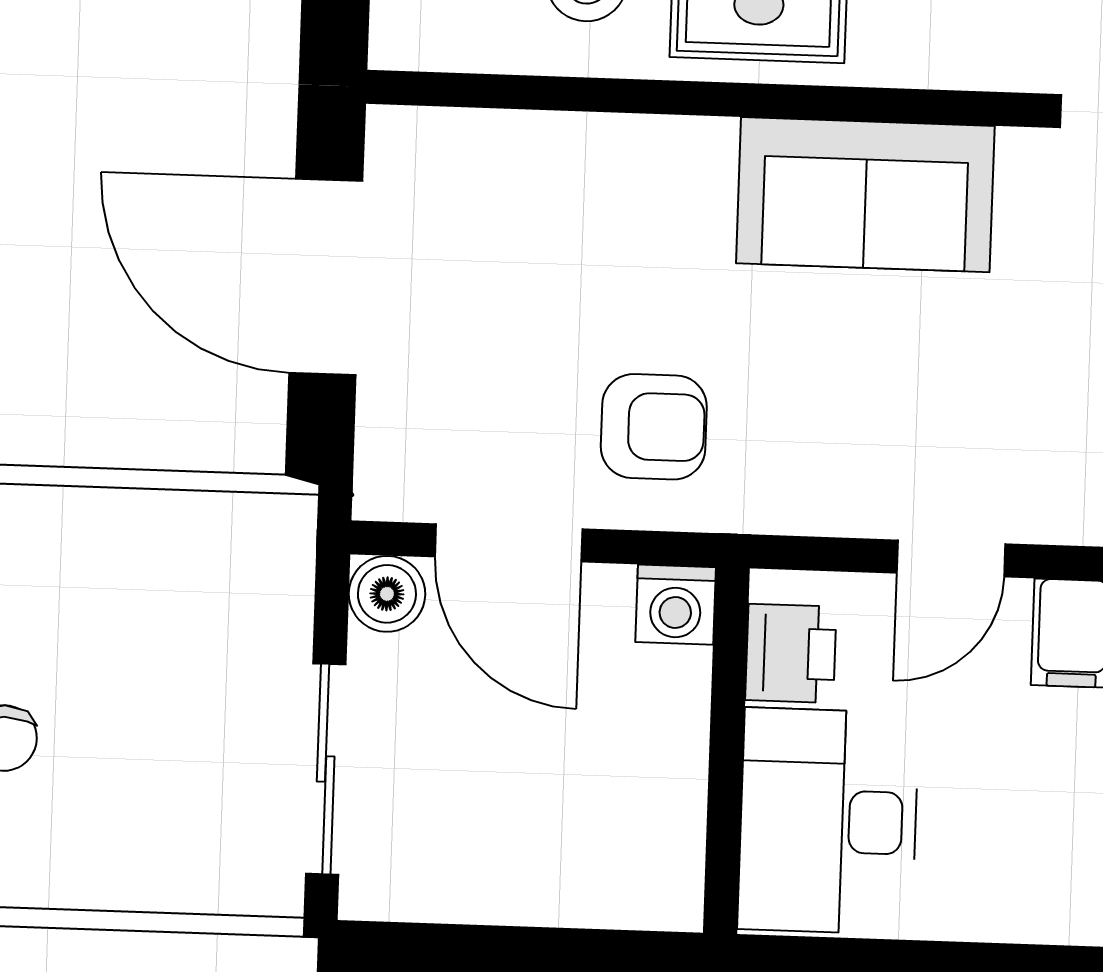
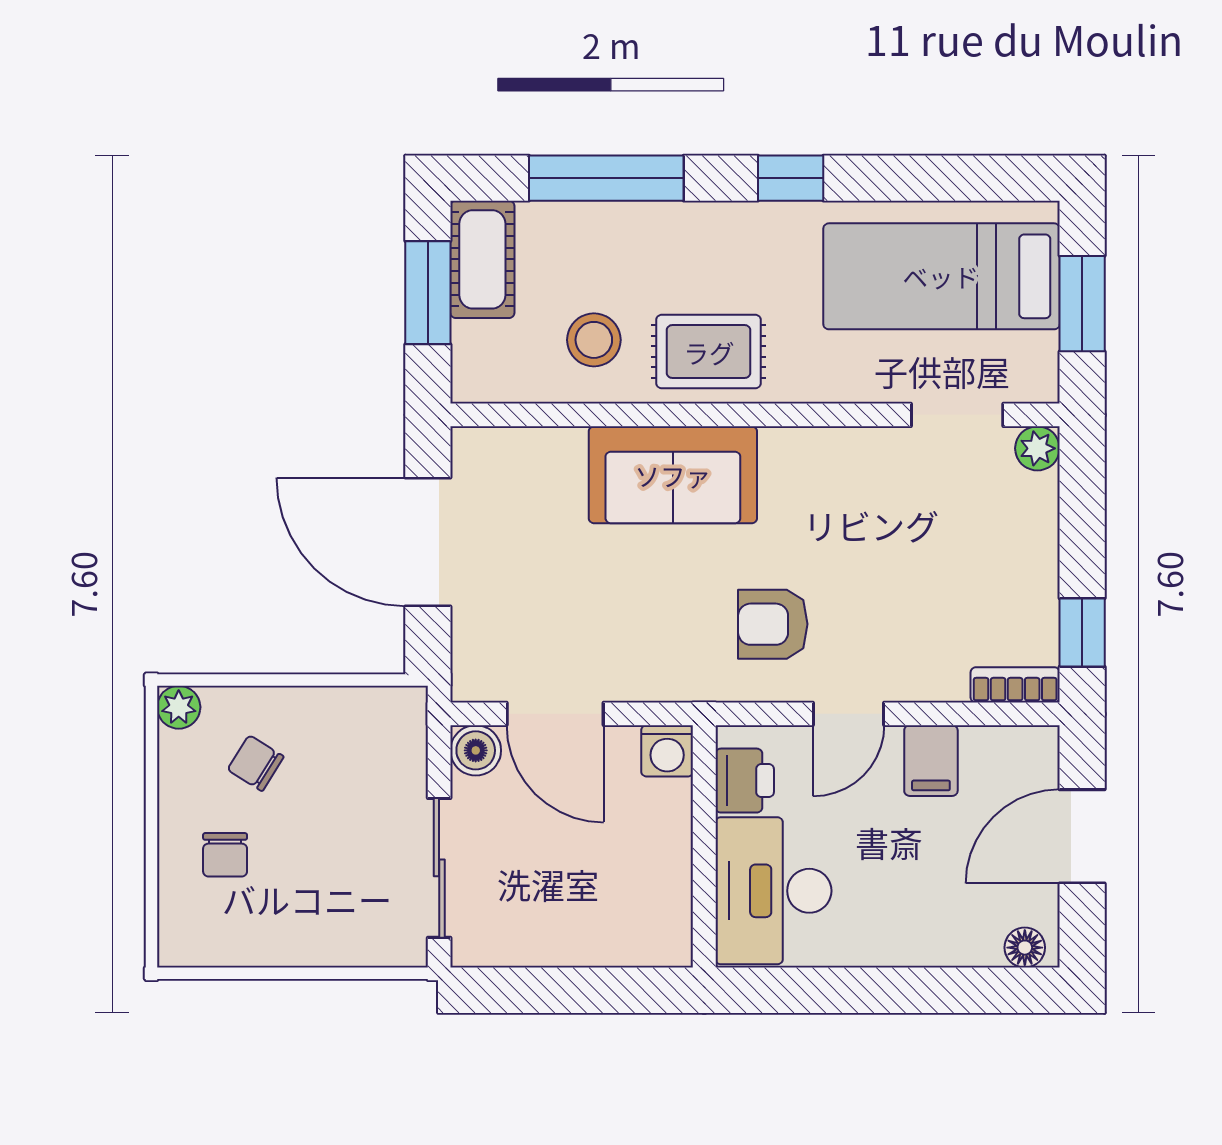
sofa: (865, 195) -> (673, 475), moved
armchair: (654, 427) -> (773, 624), moved, turned 180
chair: (54, 601) -> (256, 763), added

